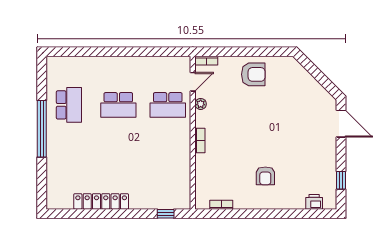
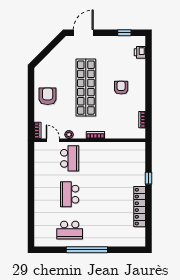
school desk: (69, 105) -> (70, 230), turned 180
school desk: (118, 105) -> (70, 194), turned 180
shop shelf: (265, 127) -> (86, 88), added
armchair: (265, 176) -> (121, 88), turned -90
window: (166, 214) -> (149, 178), moved

